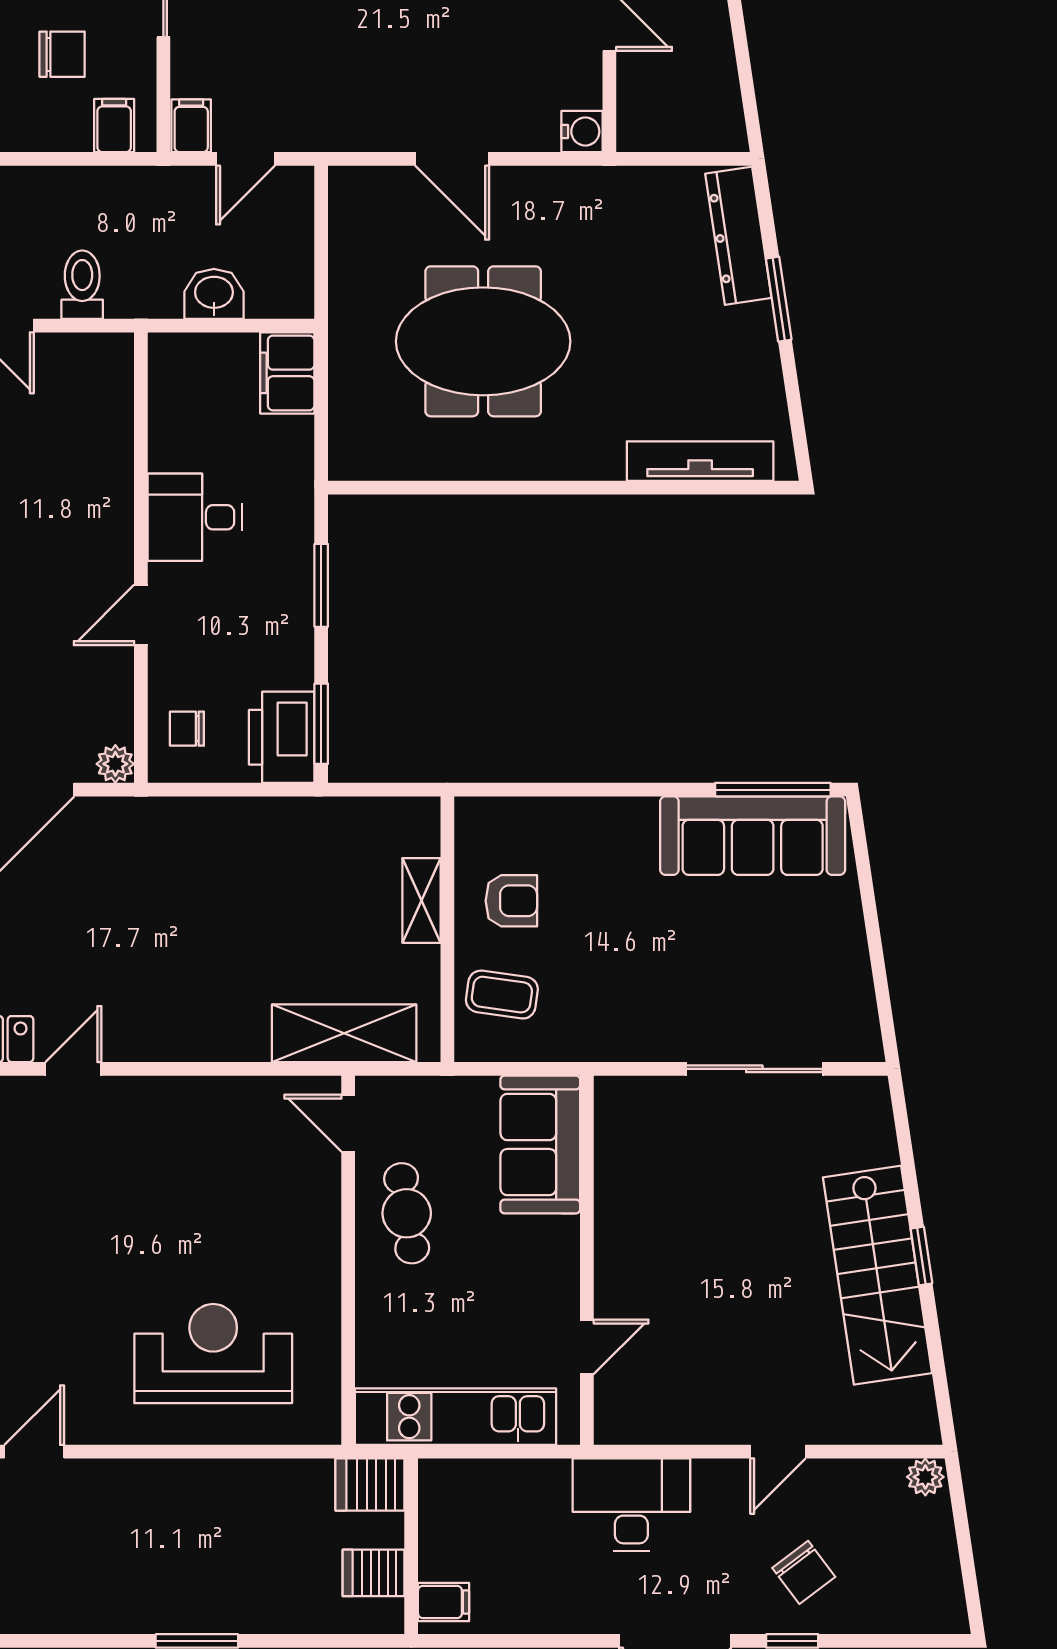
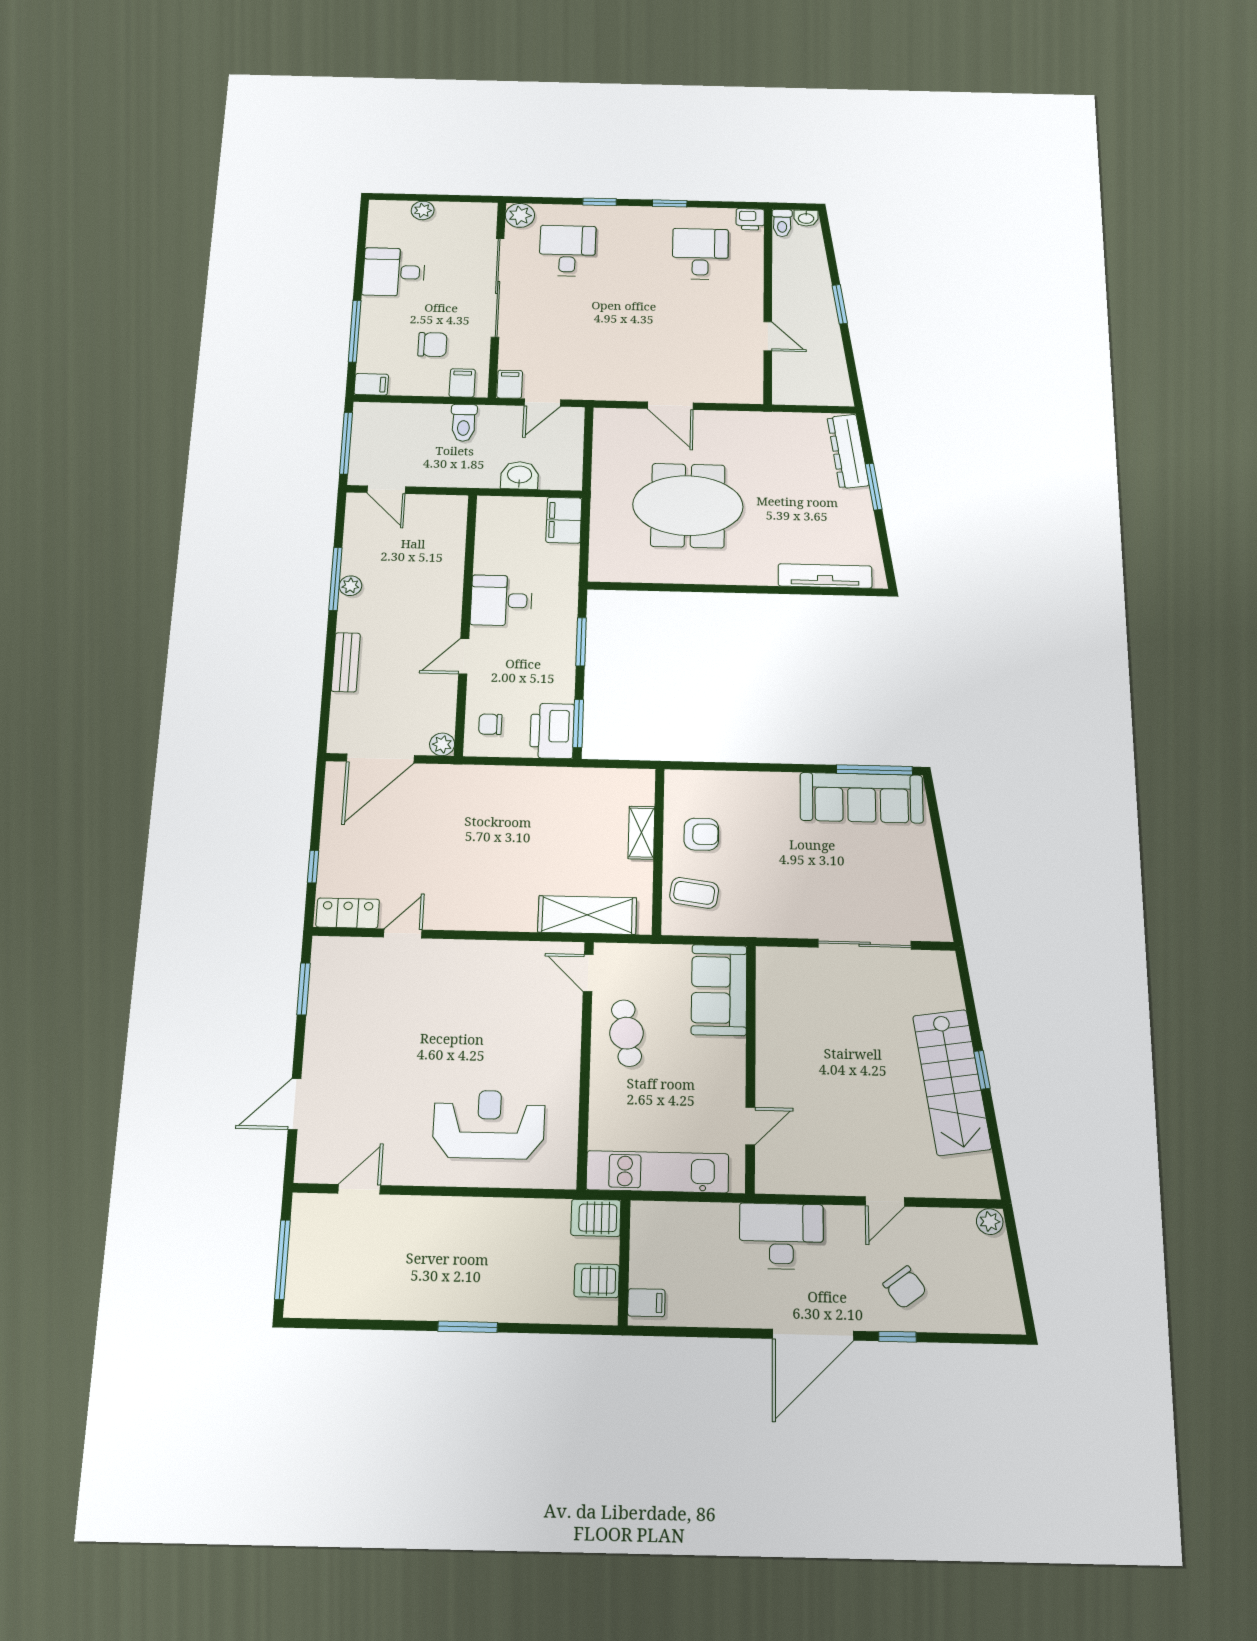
water cooler: (582, 132) -> (751, 393), removed
toilet: (82, 285) -> (464, 423), moved, turned 180

